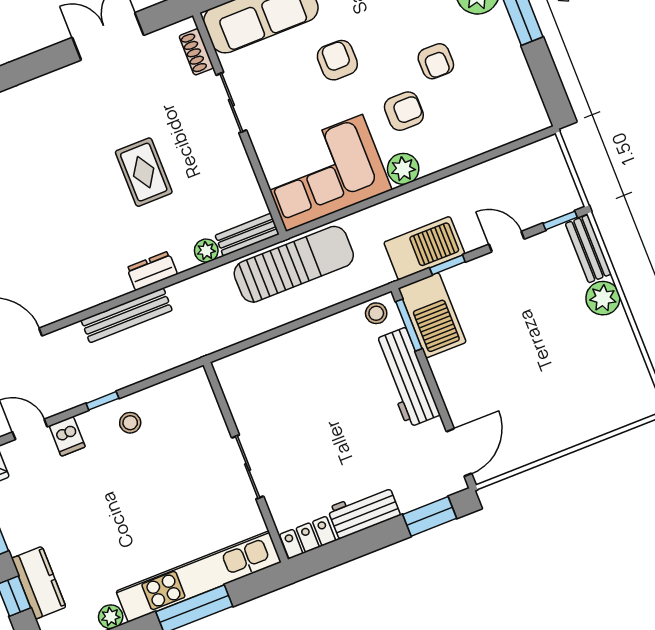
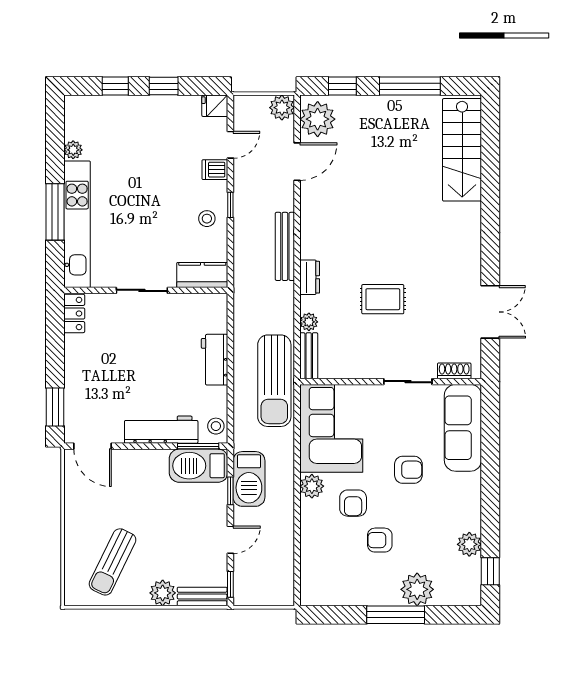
sun lounger: (589, 373) -> (113, 562), added
workbench: (364, 512) -> (215, 360), moved, turned 180
kitchen counter: (39, 583) -> (202, 275), moved, turned 180

